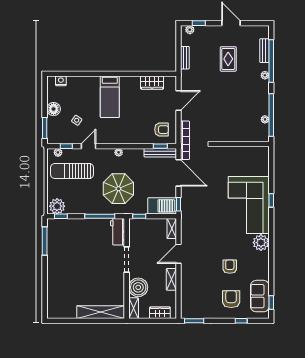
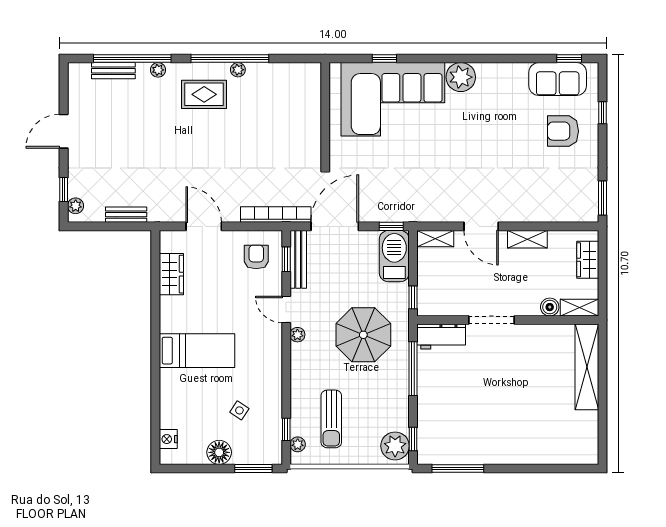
rug: (228, 59) -> (204, 94), moved
wall: (241, 144) -> (325, 113), moved
door: (88, 146) -> (286, 310), moved
sun lounger: (72, 171) -> (331, 419), width x0.73, depth x0.75
armchair: (230, 267) -> (504, 133), removed
boiler: (138, 287) -> (550, 307), width x0.54, depth x0.54

